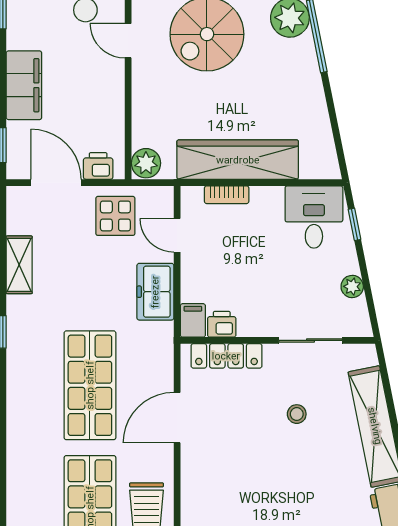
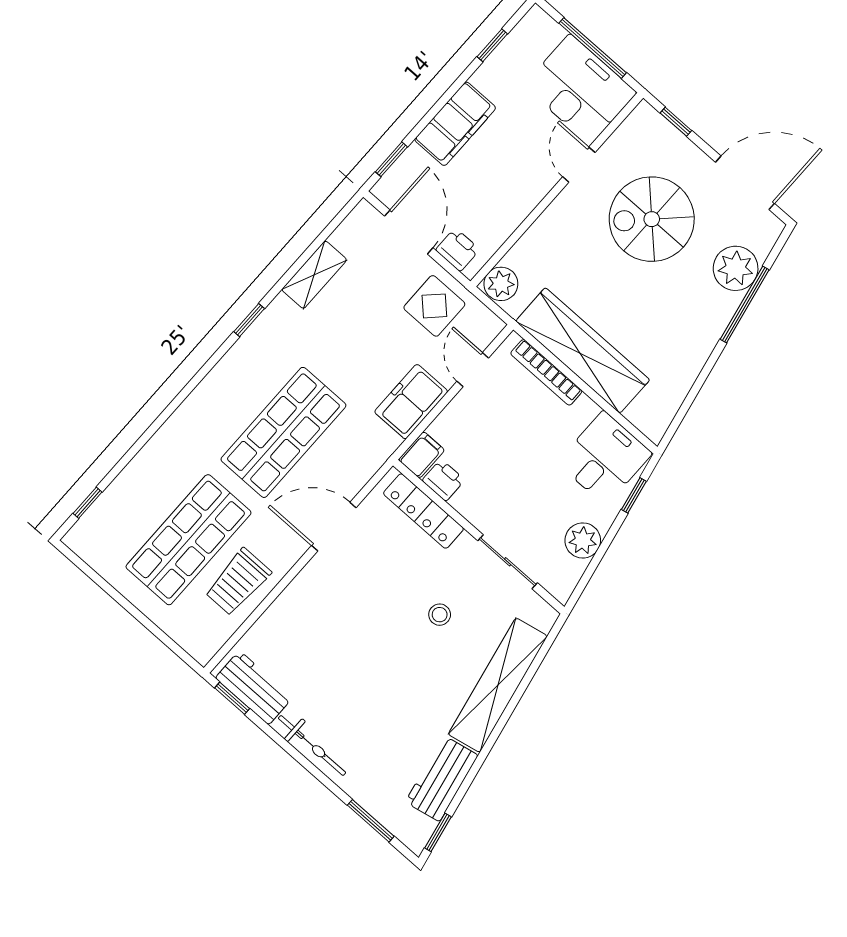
bookcase: (227, 195) -> (546, 372), width x1.56
plant: (352, 286) -> (583, 540), width x1.38, depth x1.38

